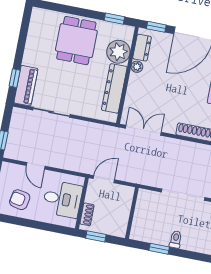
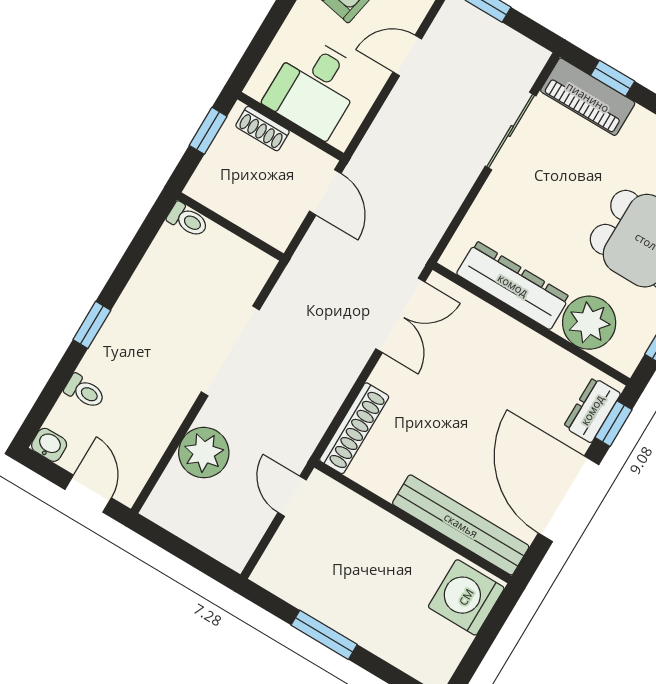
dresser: (142, 48) -> (592, 410), moved, turned 90
plant: (137, 67) -> (542, 351), removed
toilet: (176, 239) -> (188, 220), moved
window: (159, 249) -> (92, 325), moved

